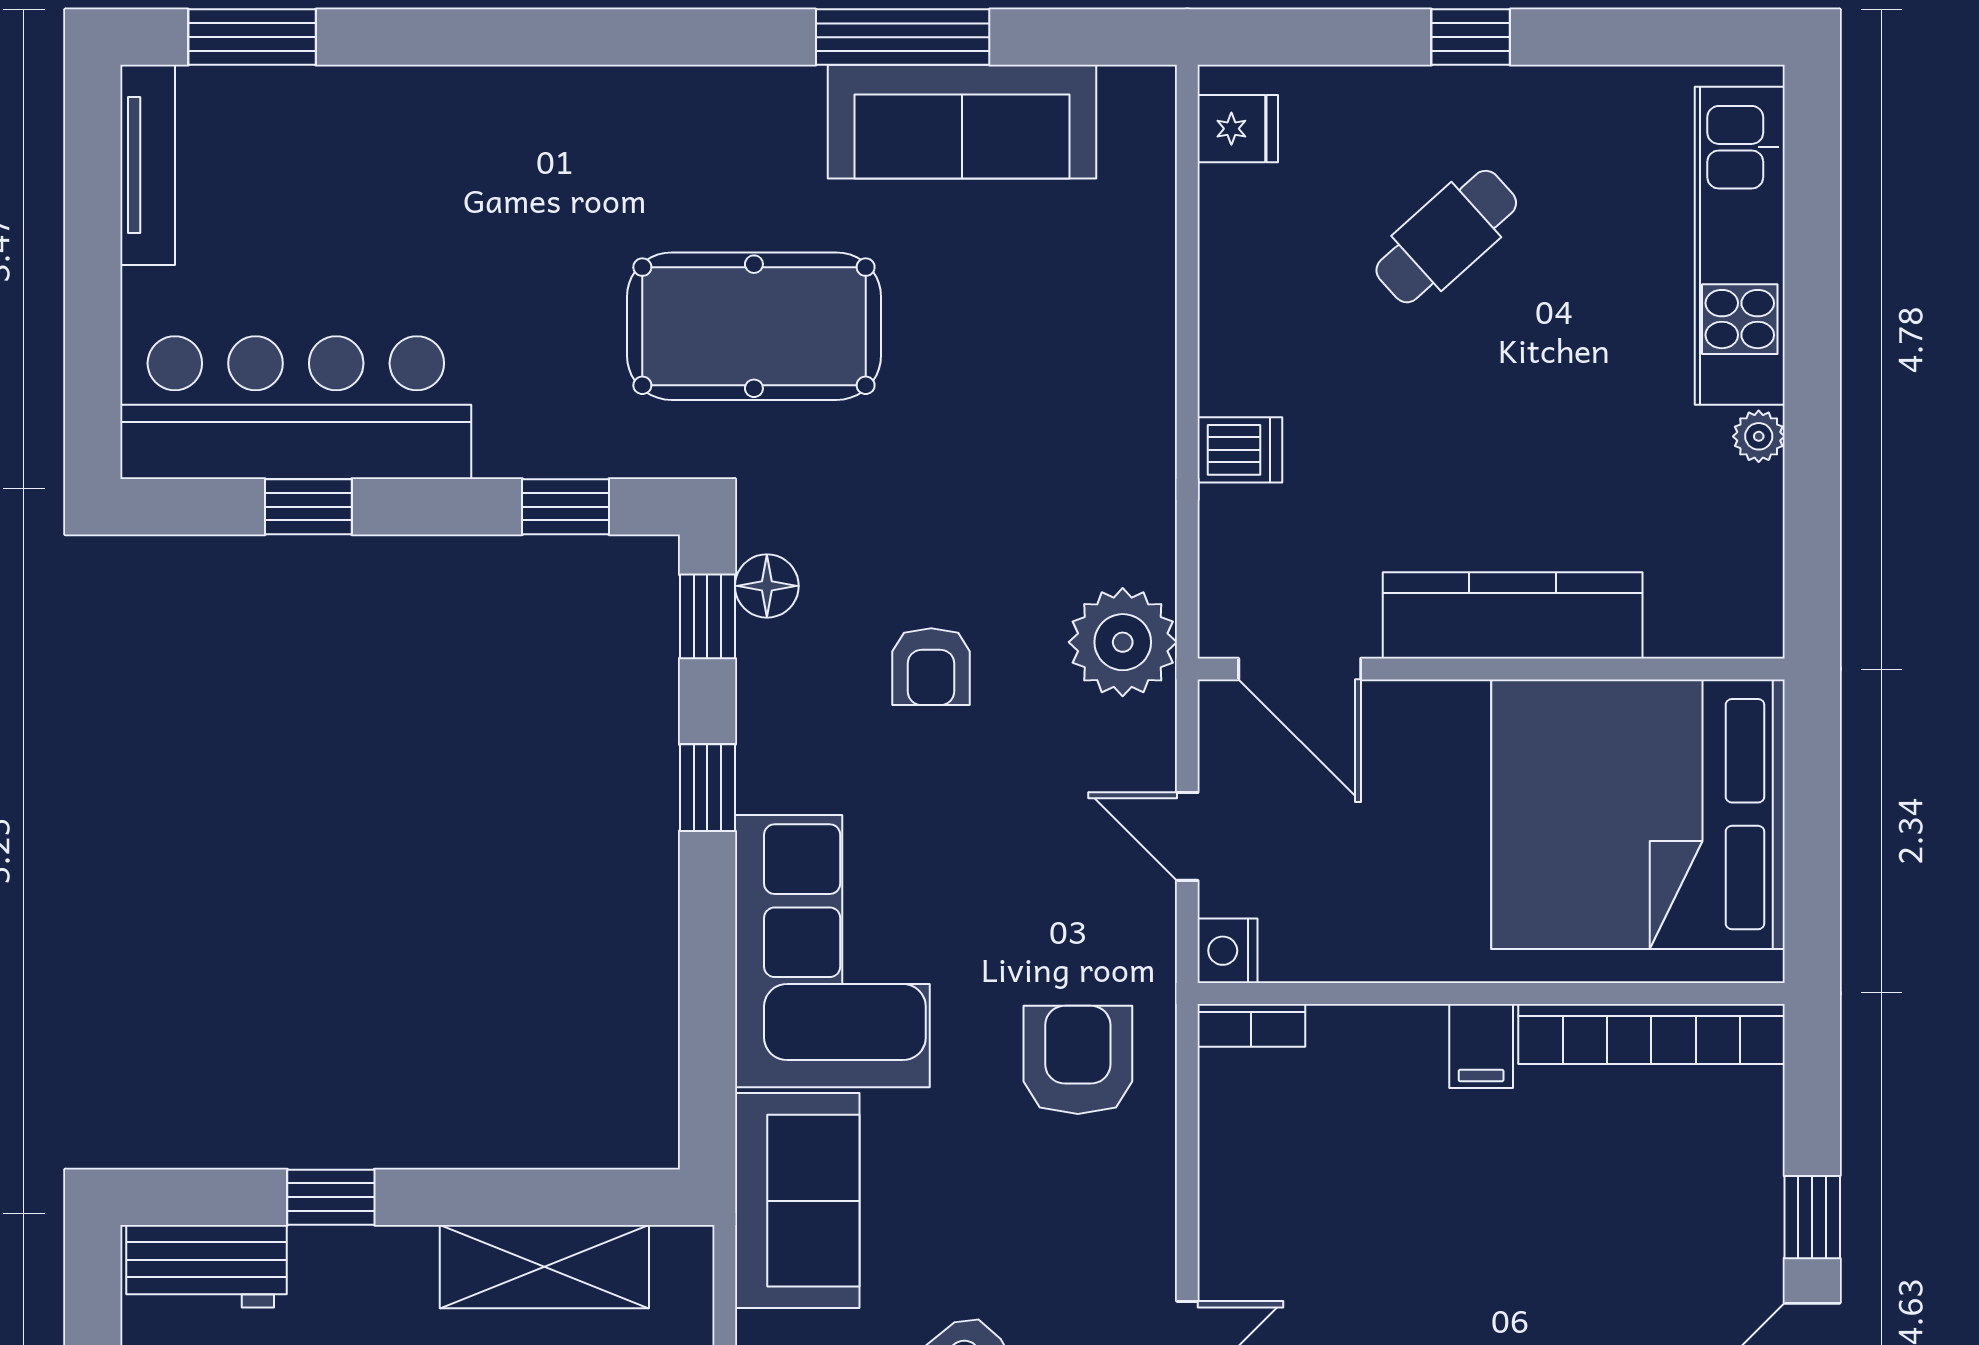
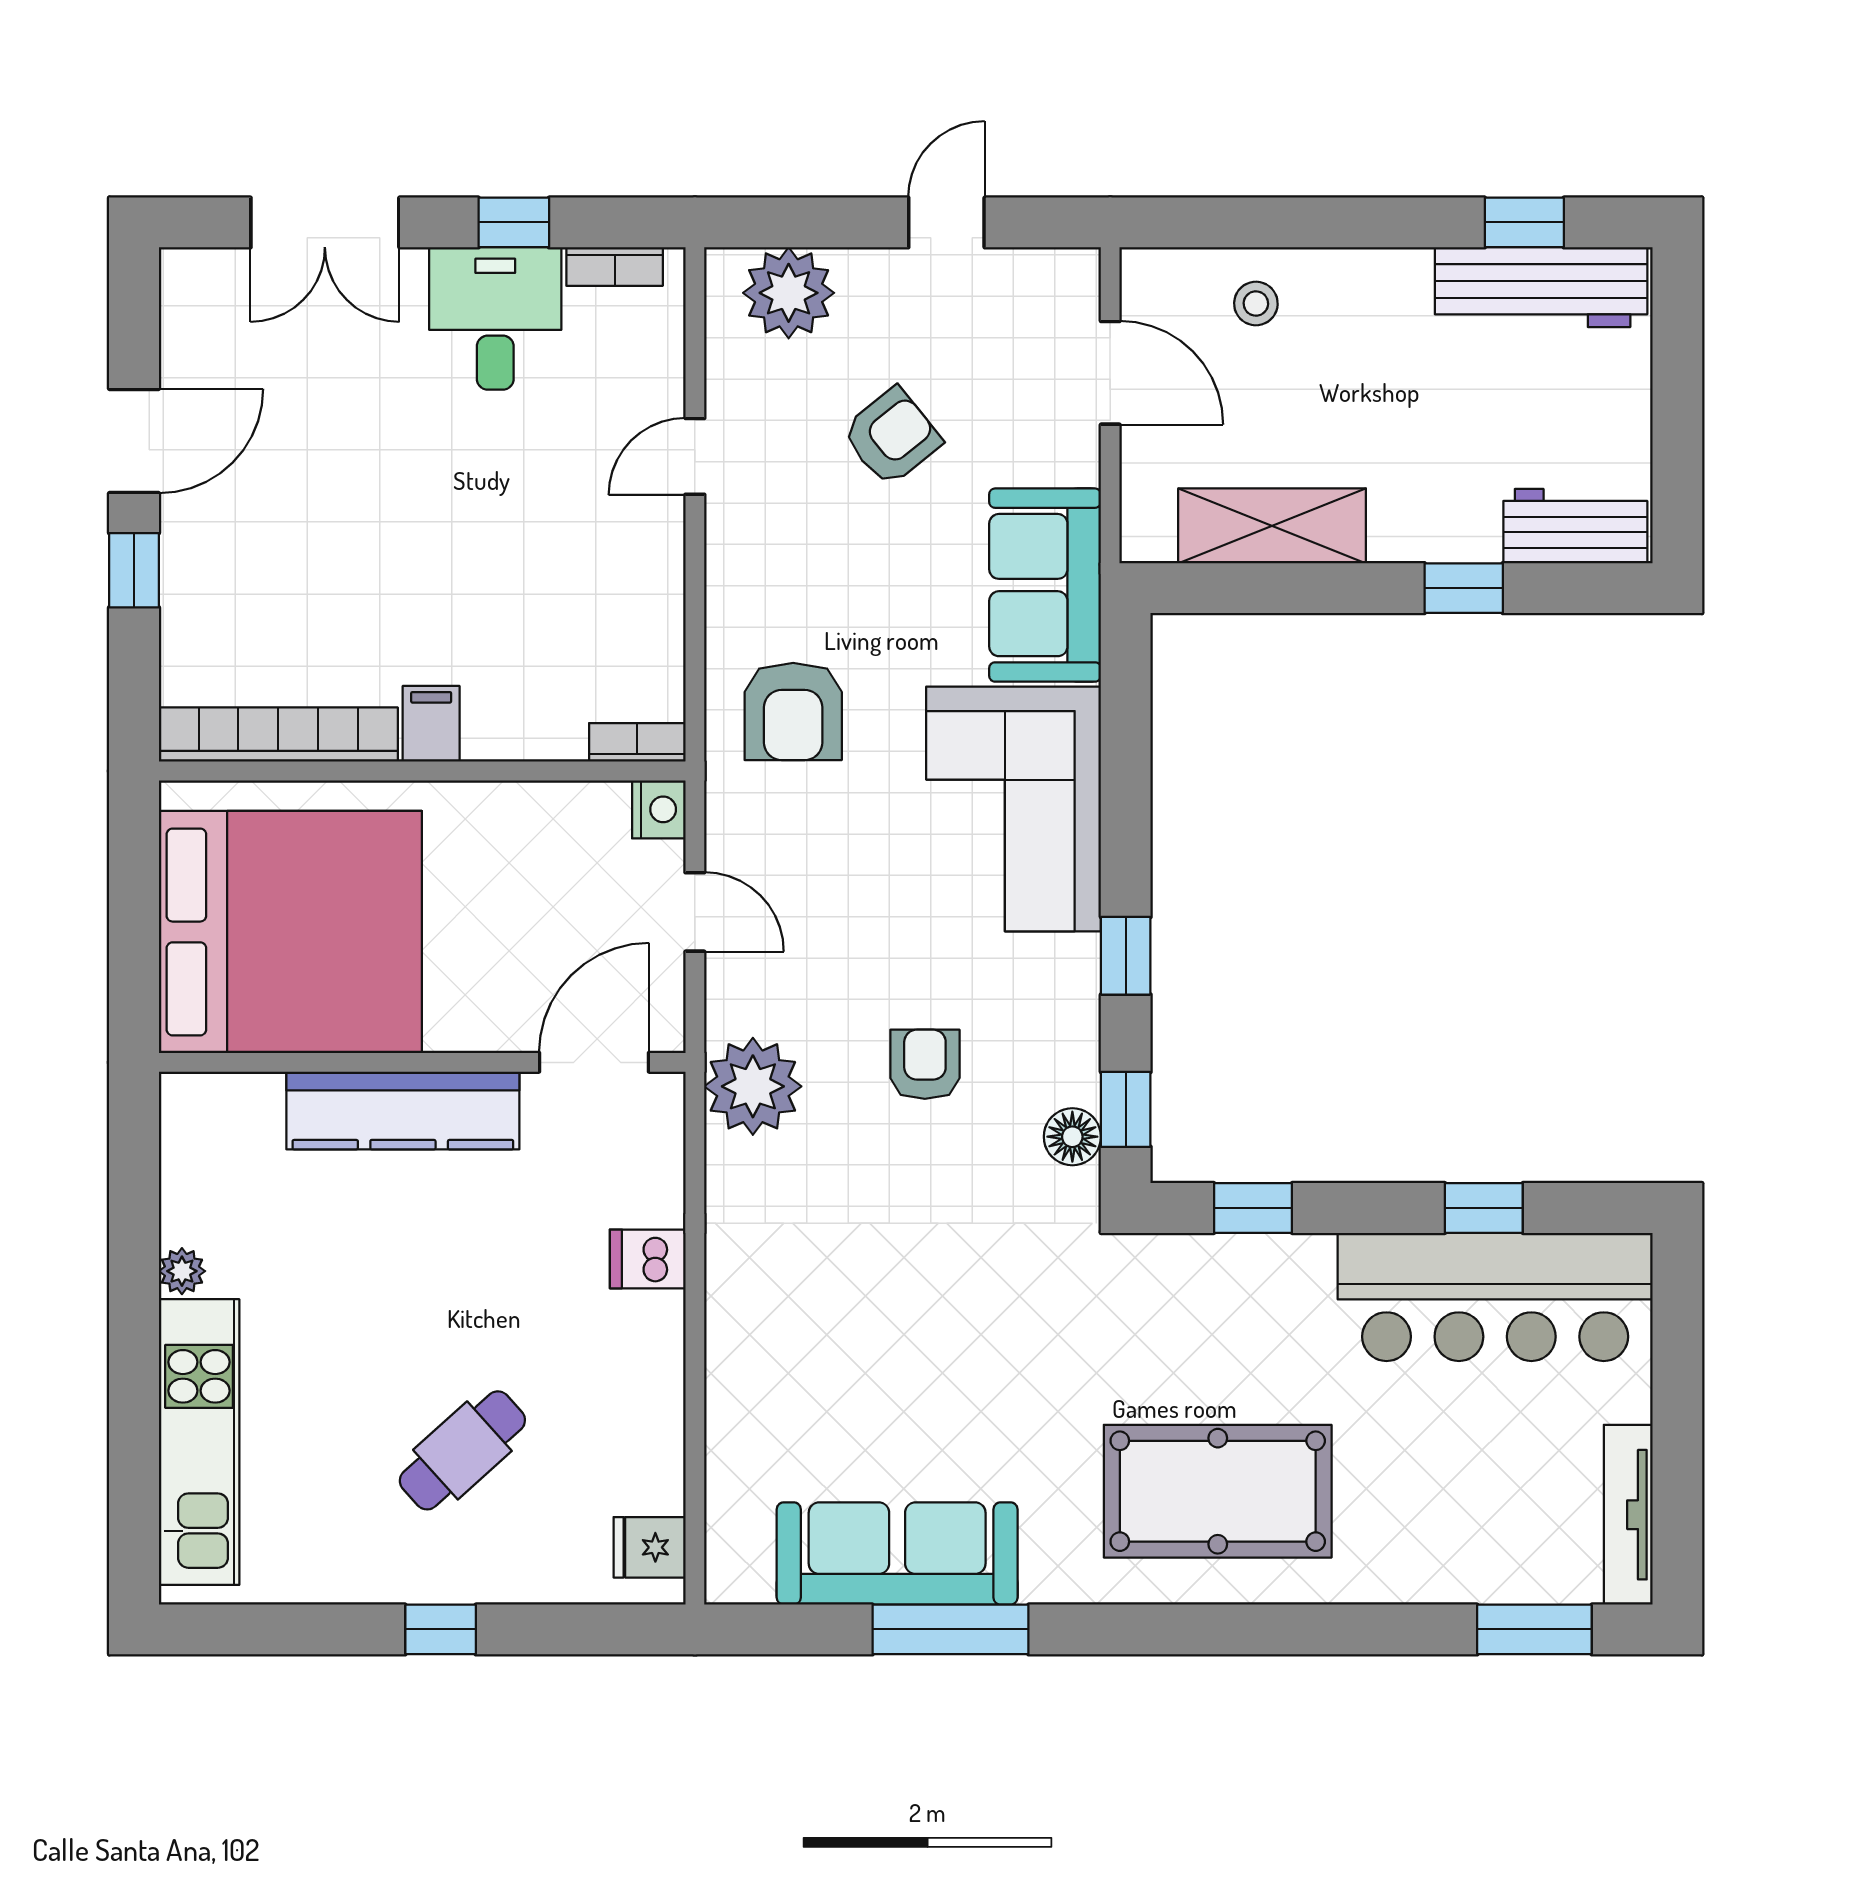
pool table: (754, 326) -> (1218, 1491), moved
door: (1300, 669) -> (594, 1062), hinge flipped

